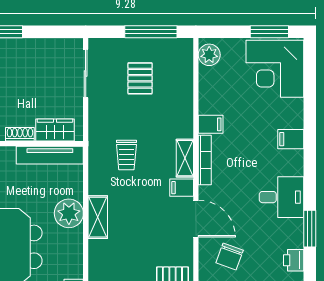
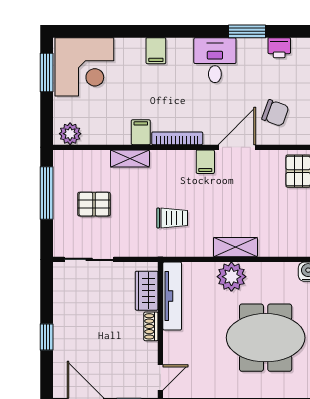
shelving: (185, 158) -> (130, 158), moved

